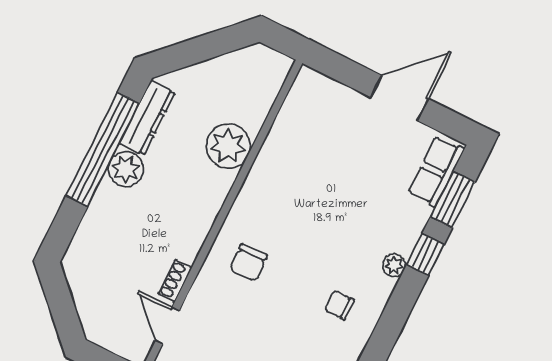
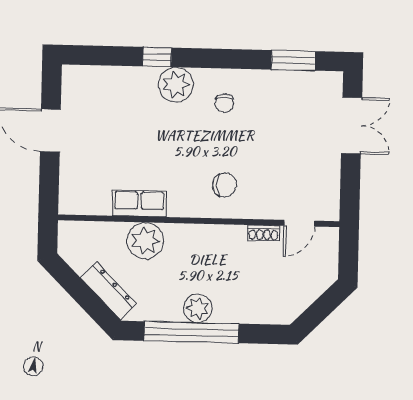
dresser: (147, 118) -> (108, 291), moved, turned 45
row of seats: (436, 171) -> (139, 203), moved, turned 180
window: (453, 200) -> (107, 56), removed
plant: (394, 265) -> (176, 85), width x1.87, depth x1.87

